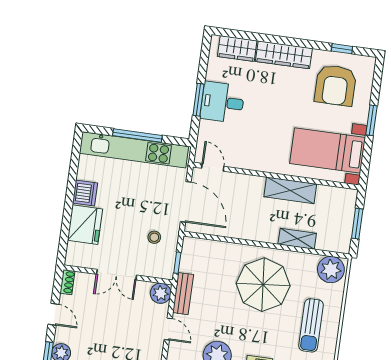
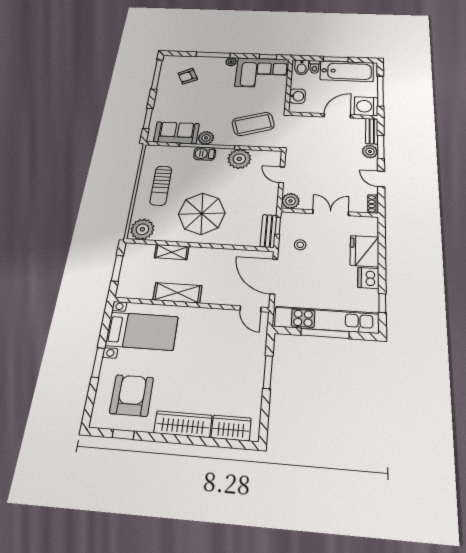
desk: (222, 102) -> (244, 371), removed
window: (74, 164) -> (382, 303), added
bench: (183, 294) -> (269, 231), moved
sun lounger: (311, 325) -> (161, 186), turned 180

